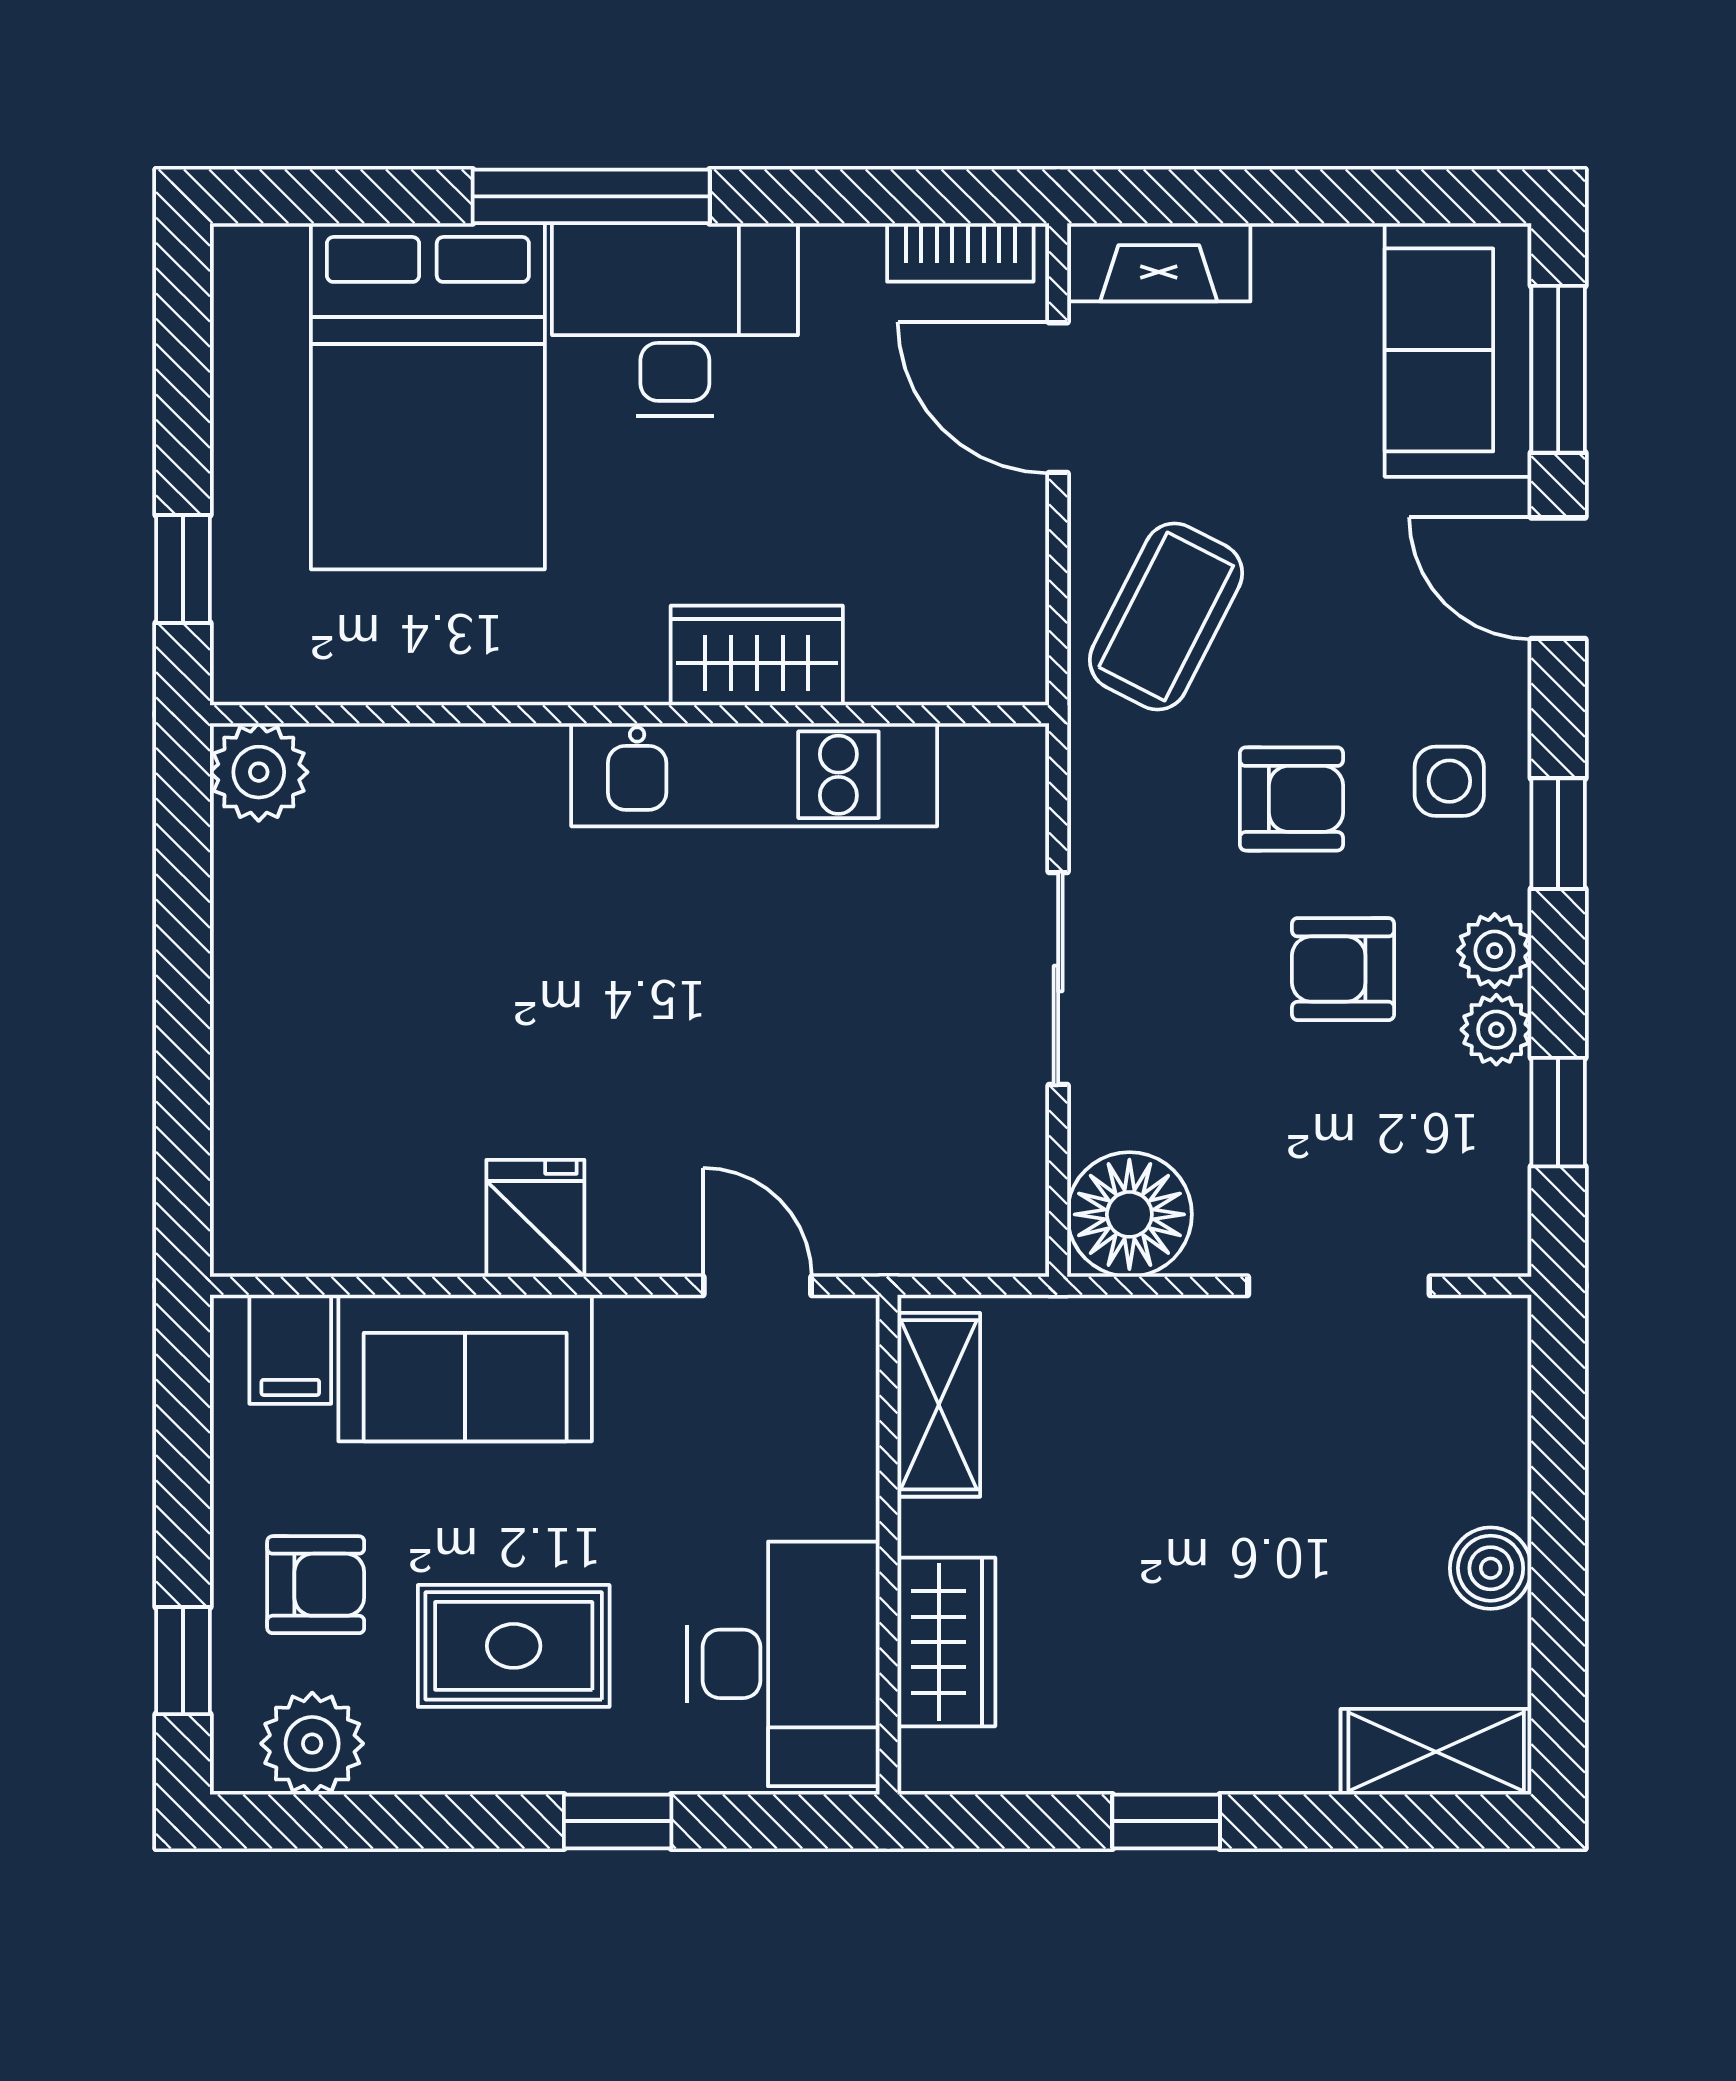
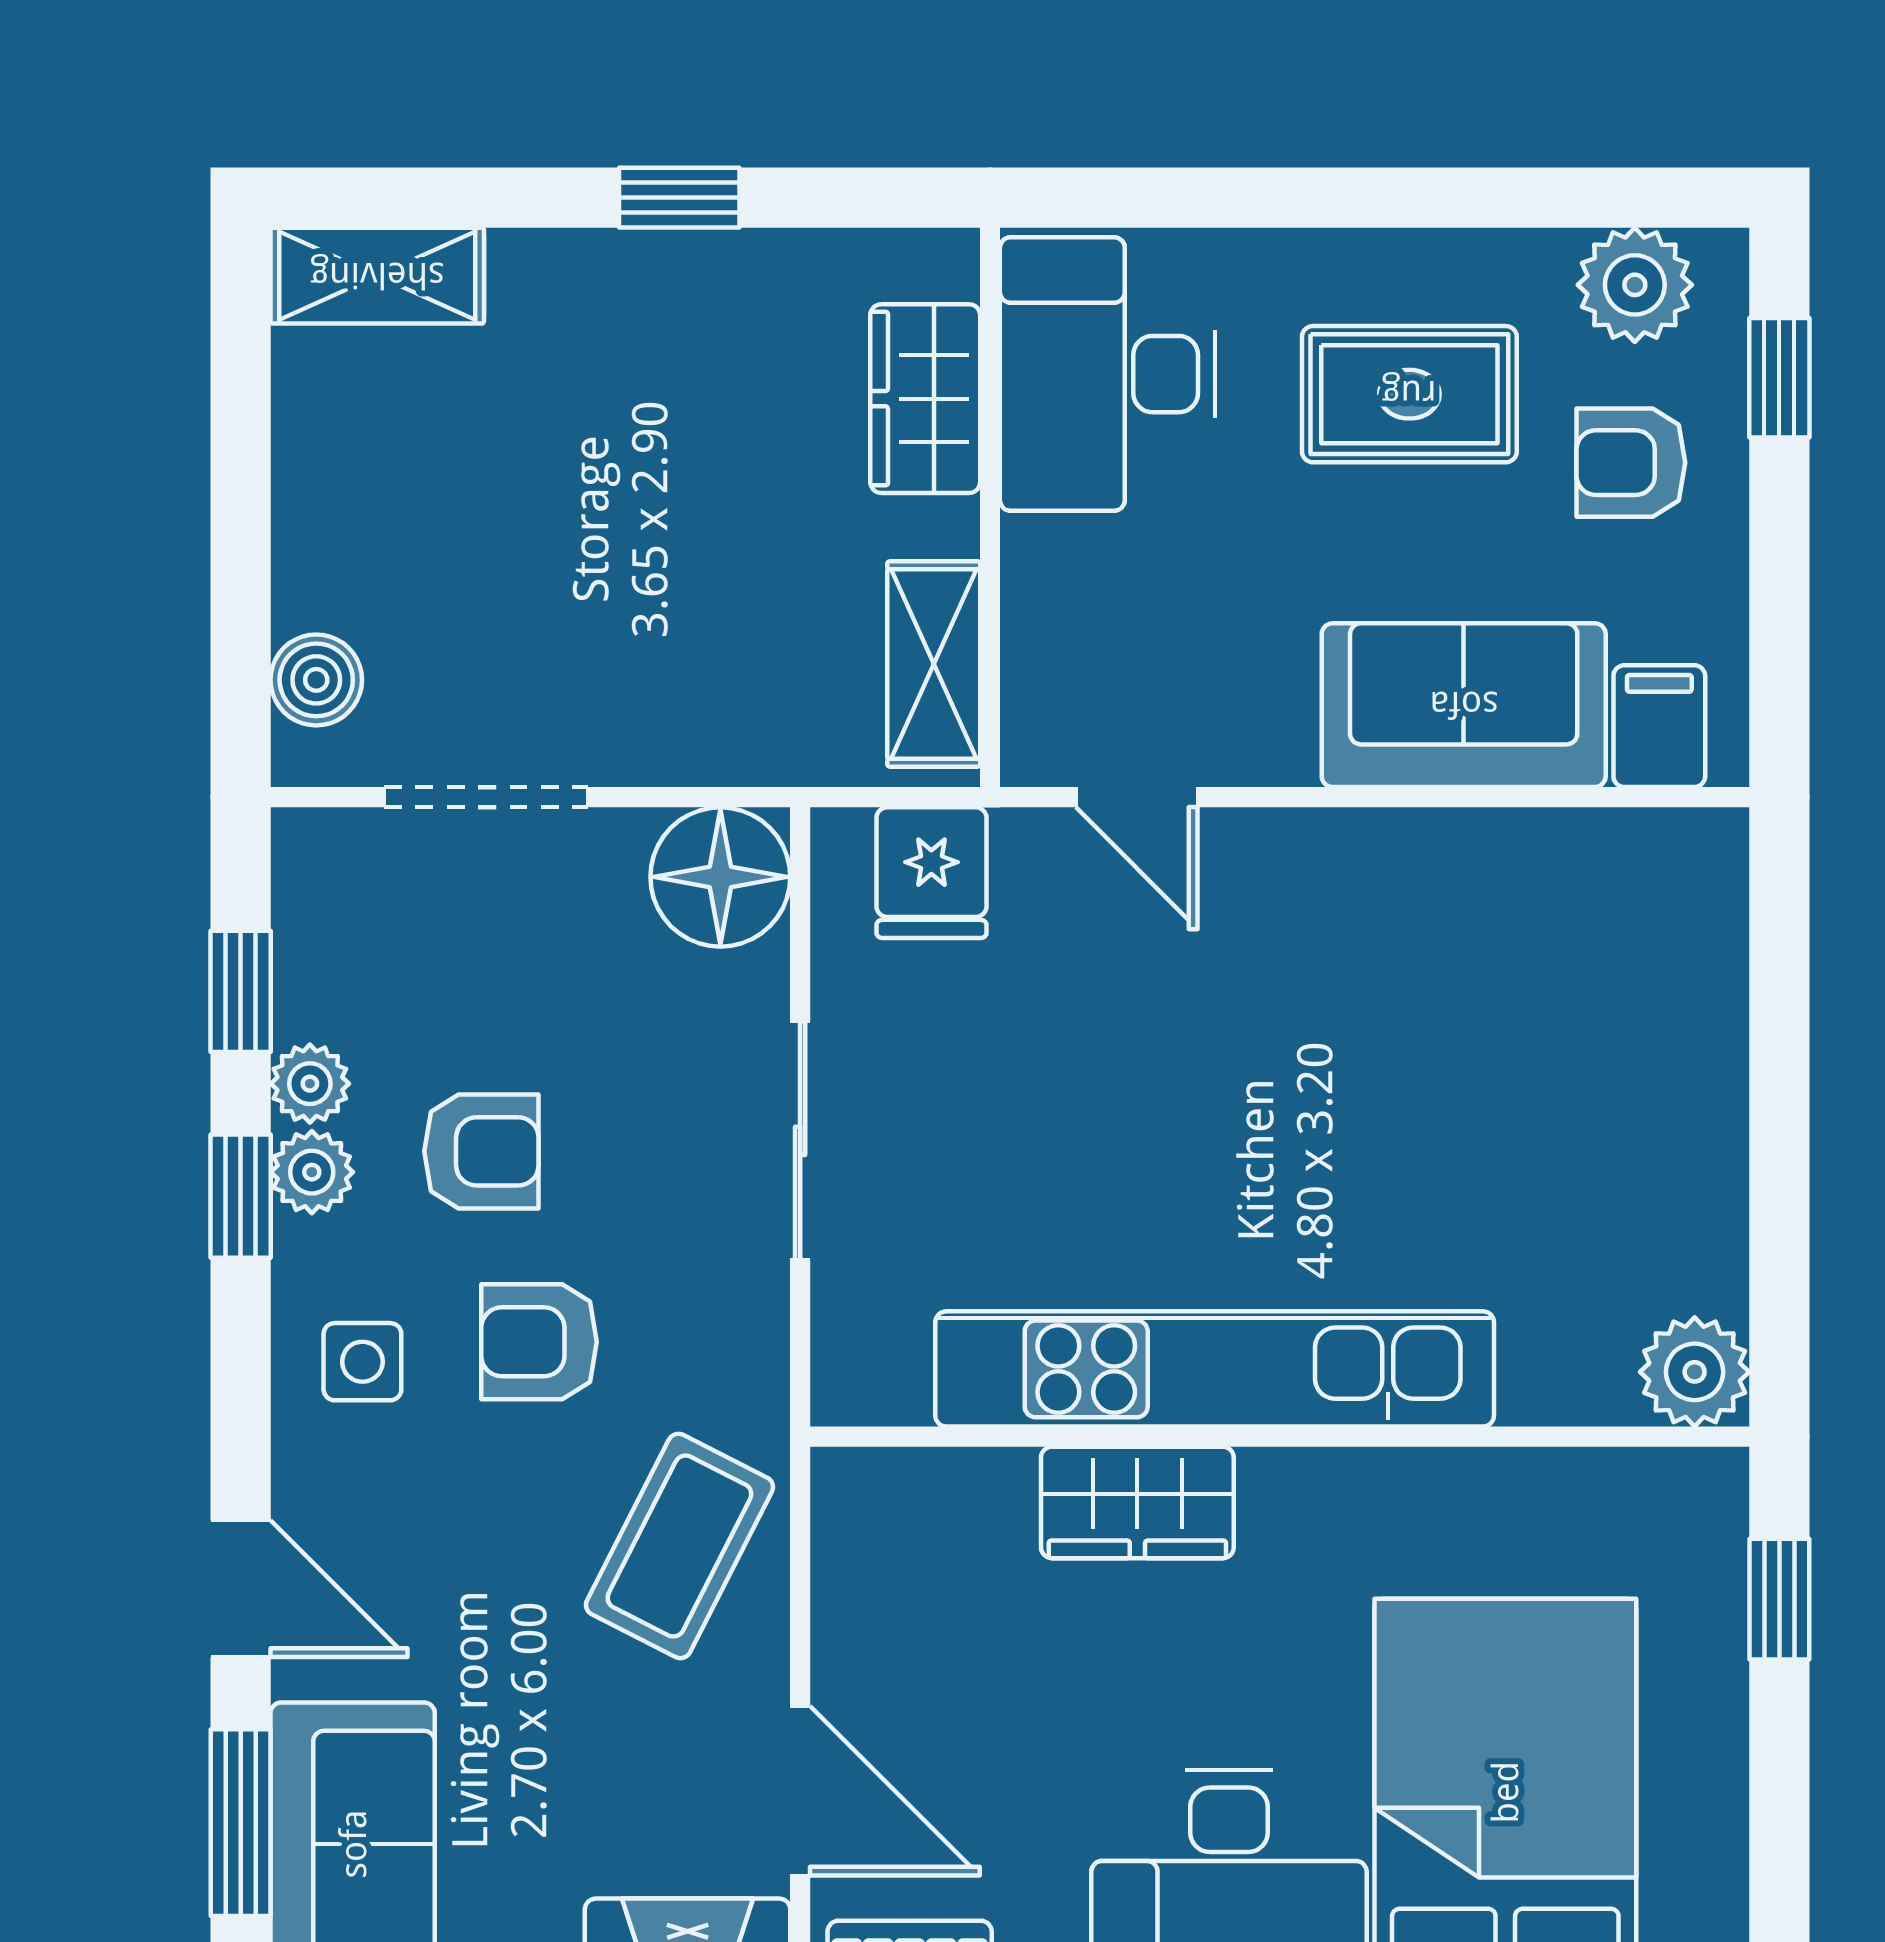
kitchen unit: (754, 775) -> (1215, 1369), width x1.36
window: (1558, 834) -> (241, 1196), moved
fridge: (535, 1218) -> (931, 873), moved
boiler: (1491, 1568) -> (316, 680), moved
window: (618, 1821) -> (1293, 198), removed

